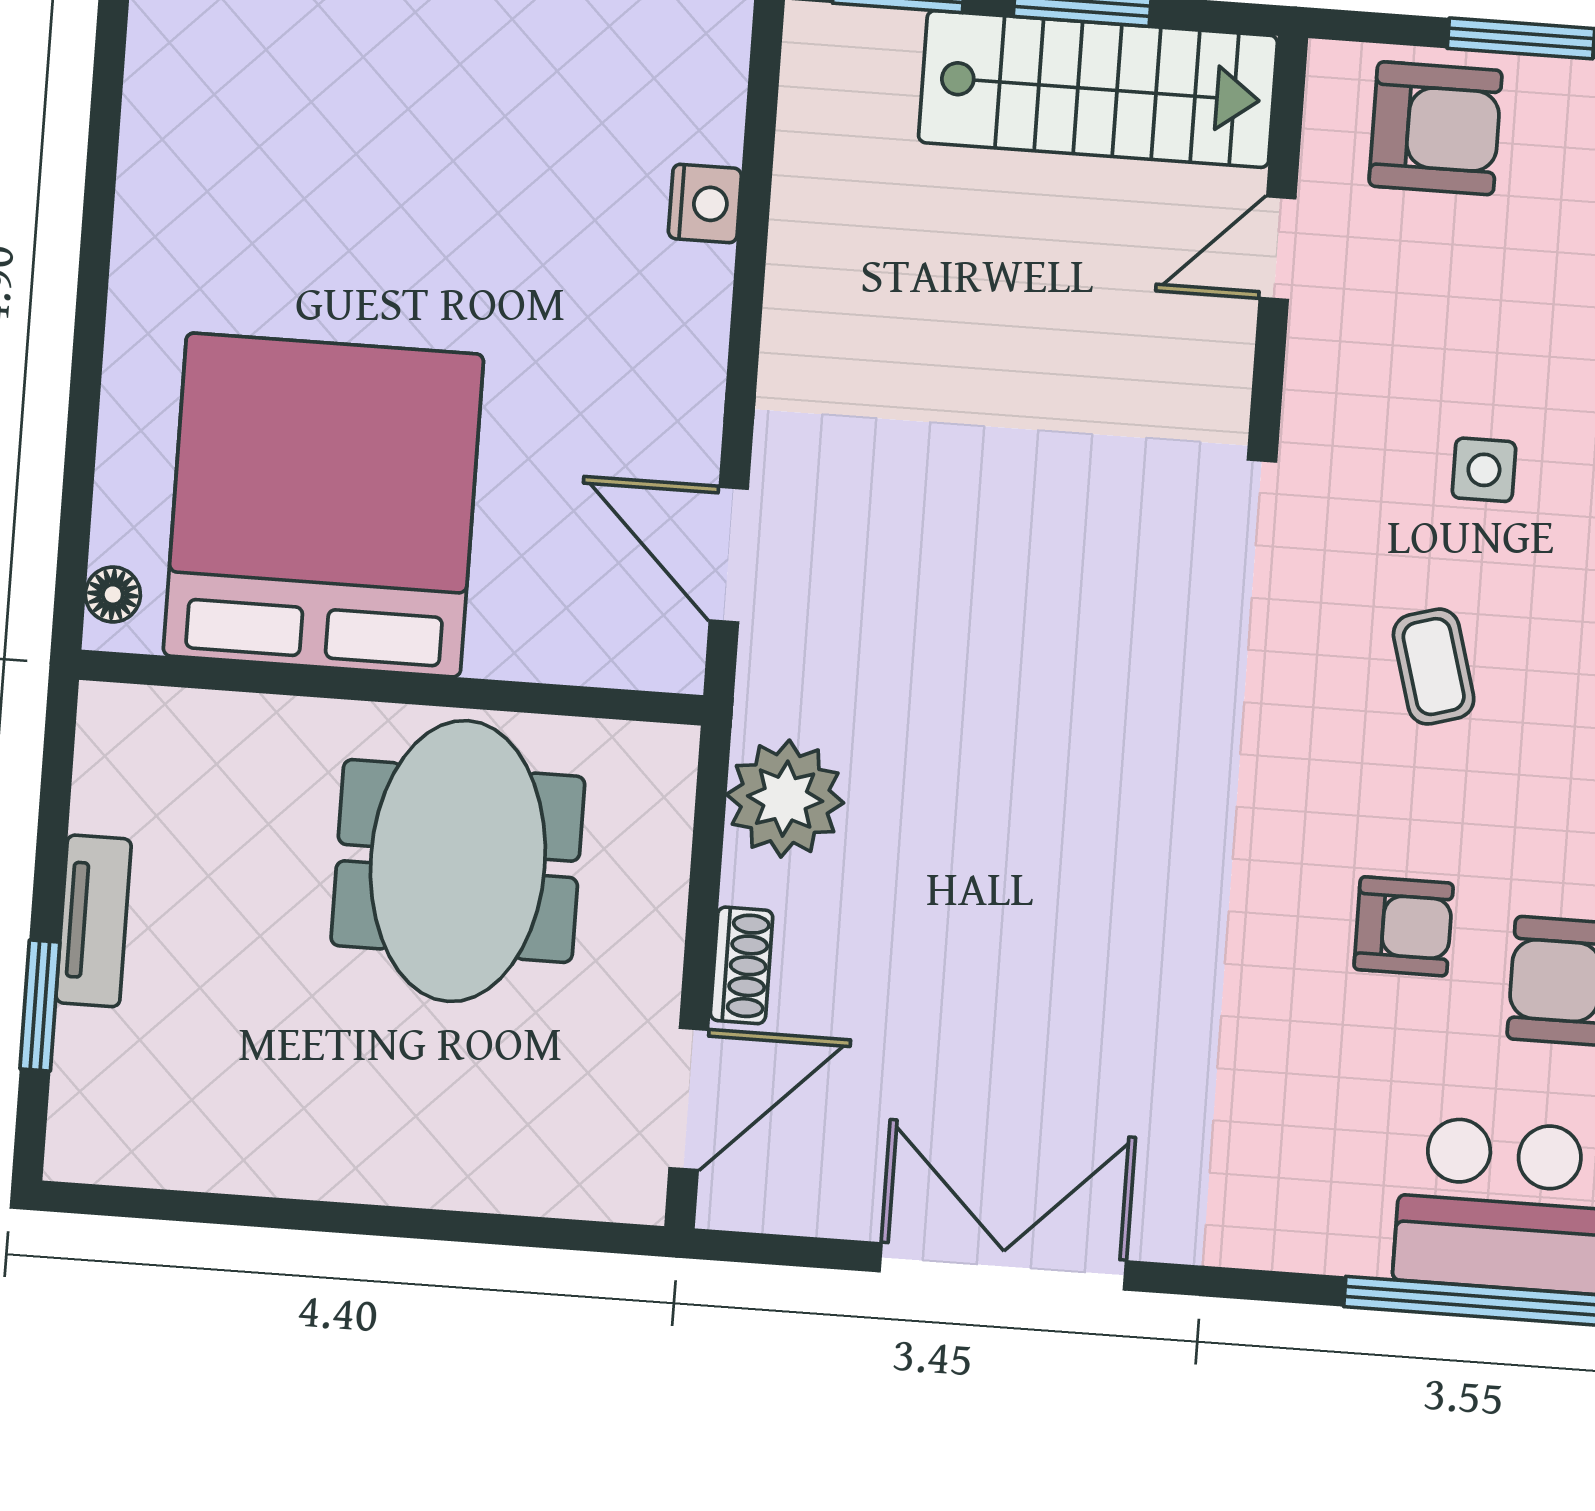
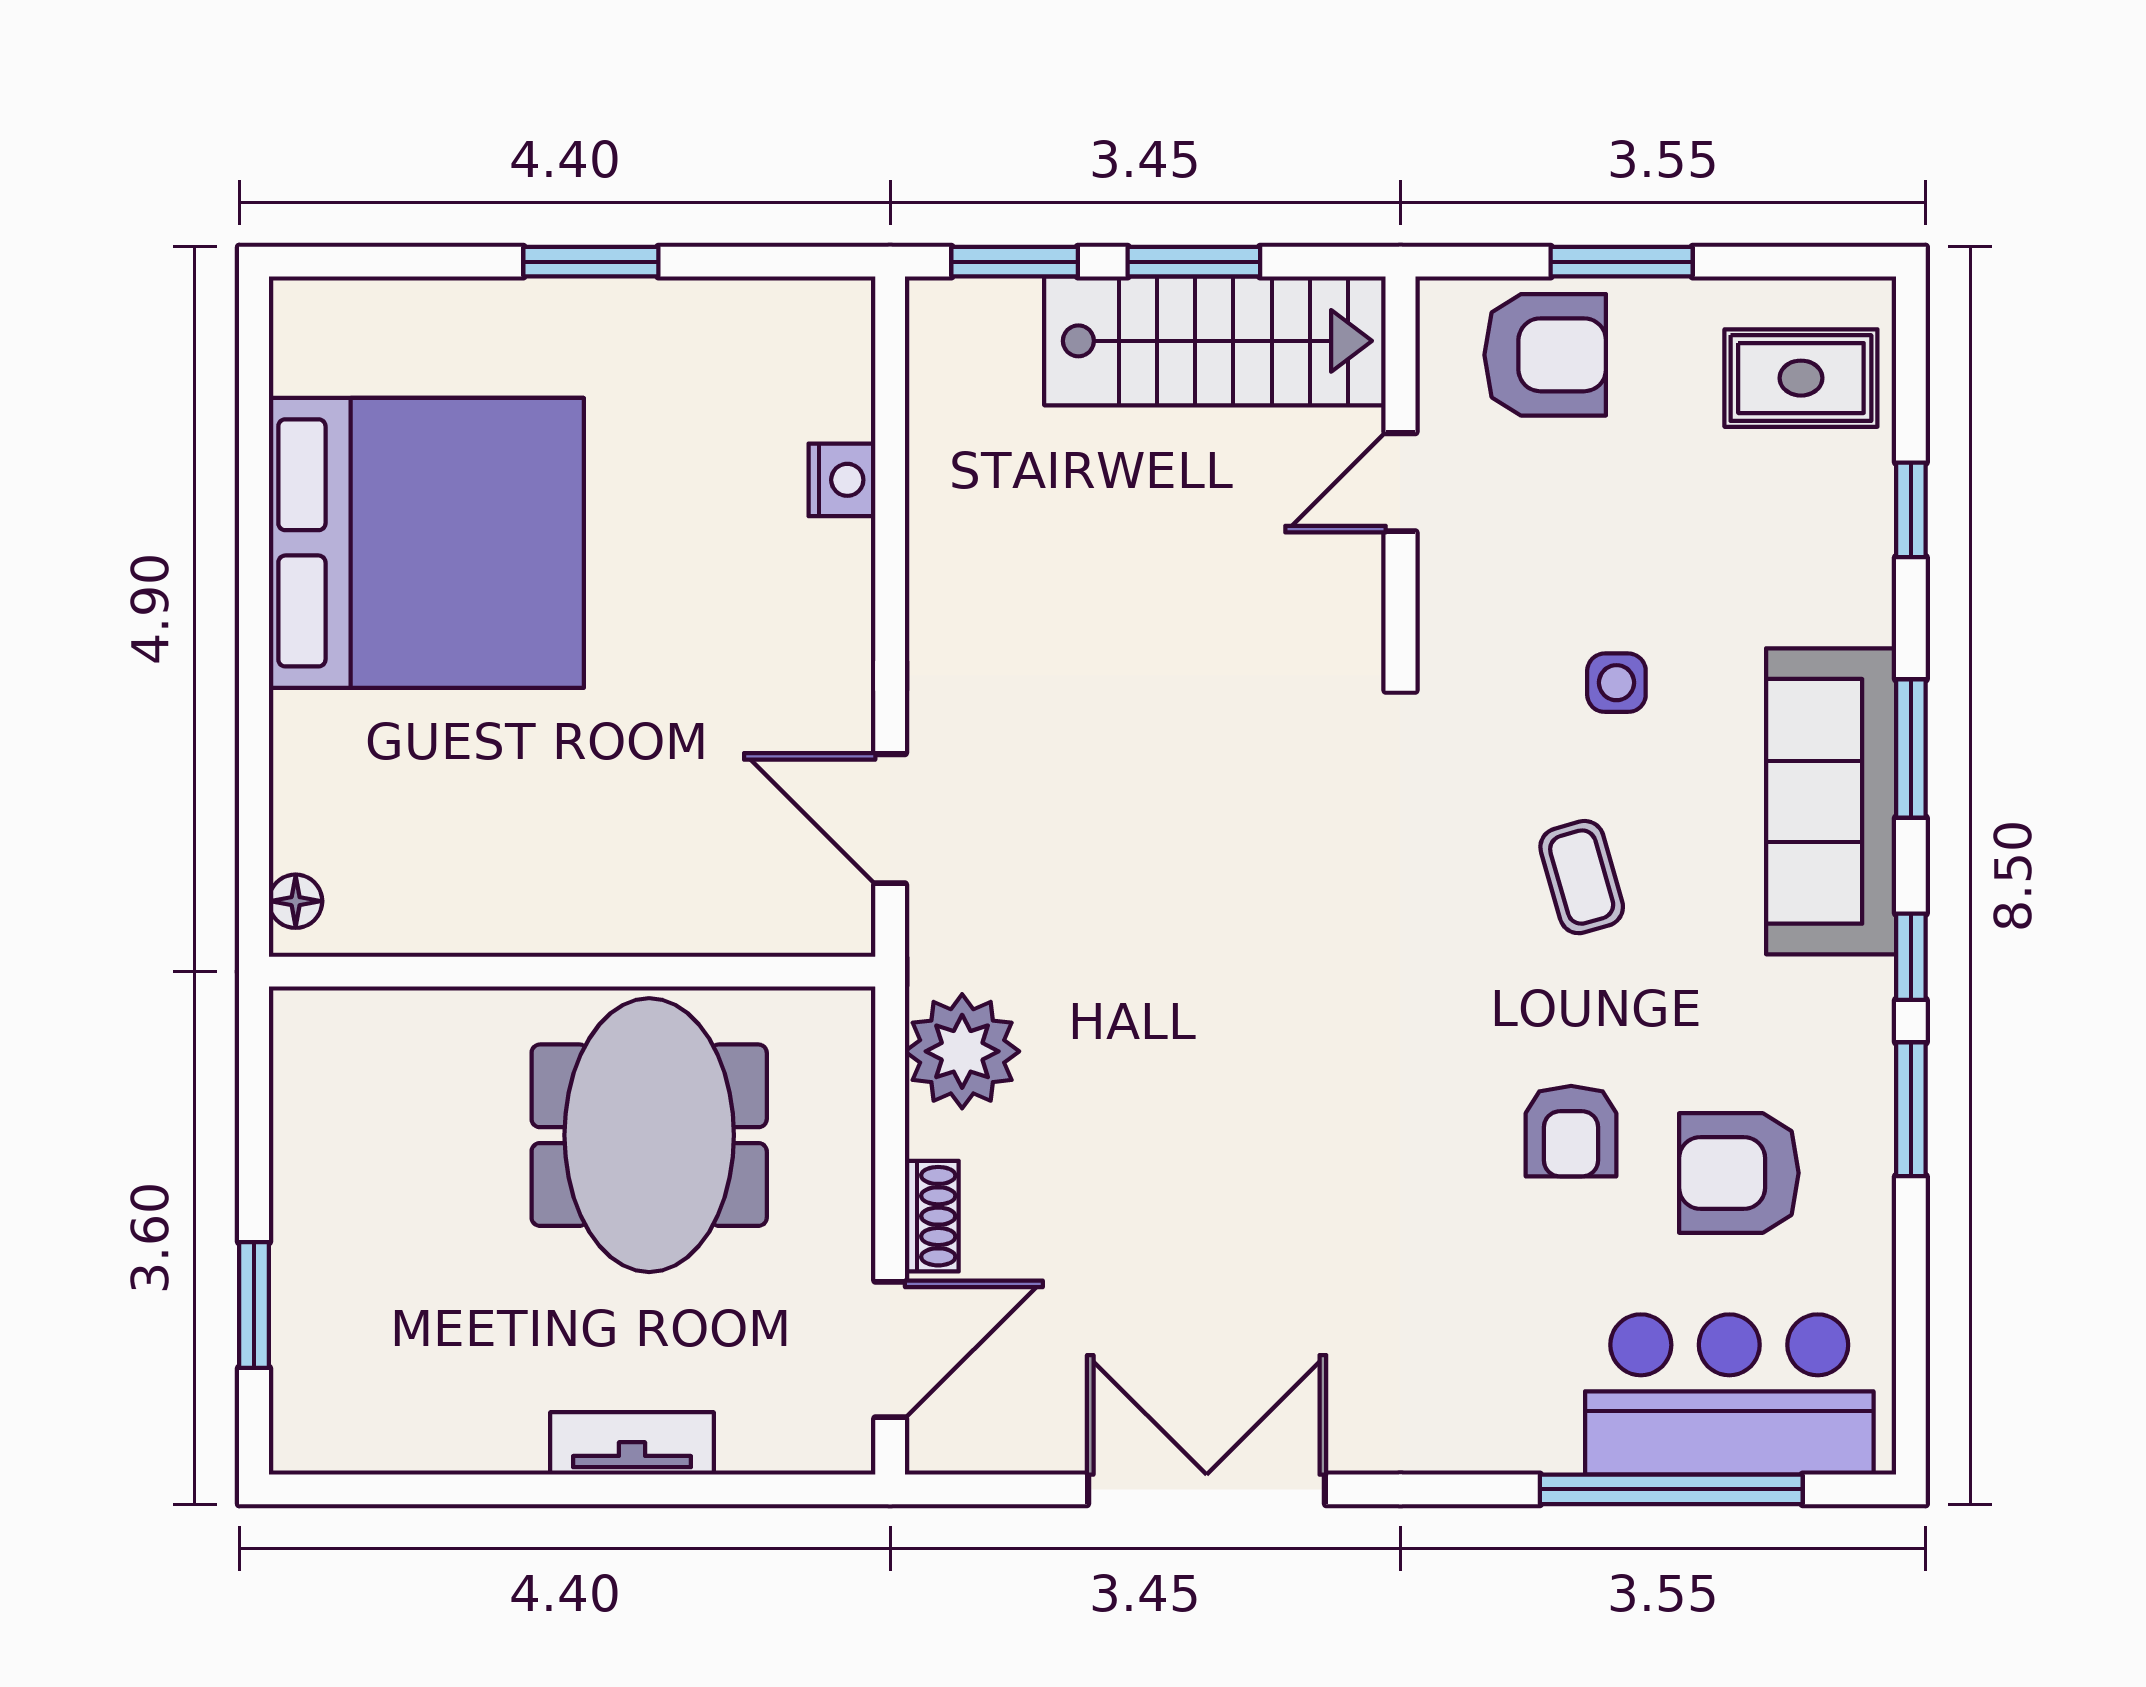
bed: (323, 505) -> (426, 543), moved, turned 90
tv unit: (94, 921) -> (632, 1443), moved, turned -90
armchair: (1404, 926) -> (1571, 1131), turned 90

